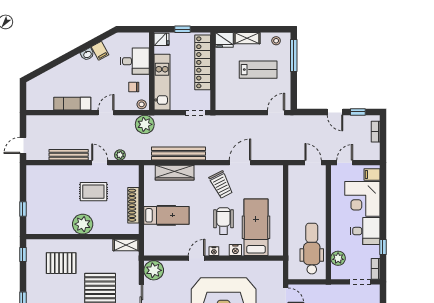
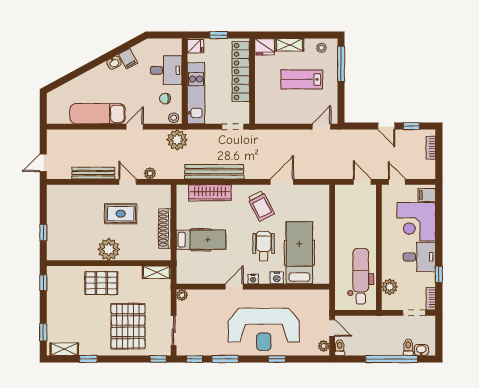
lab bench: (258, 70) -> (302, 79), turned 180
exam couch: (72, 104) -> (98, 114), width x1.36, depth x1.45
door: (345, 163) -> (397, 182), hinge flipped
pallet: (61, 263) -> (101, 283), moved
plant: (154, 270) -> (182, 295), width x0.53, depth x0.53

